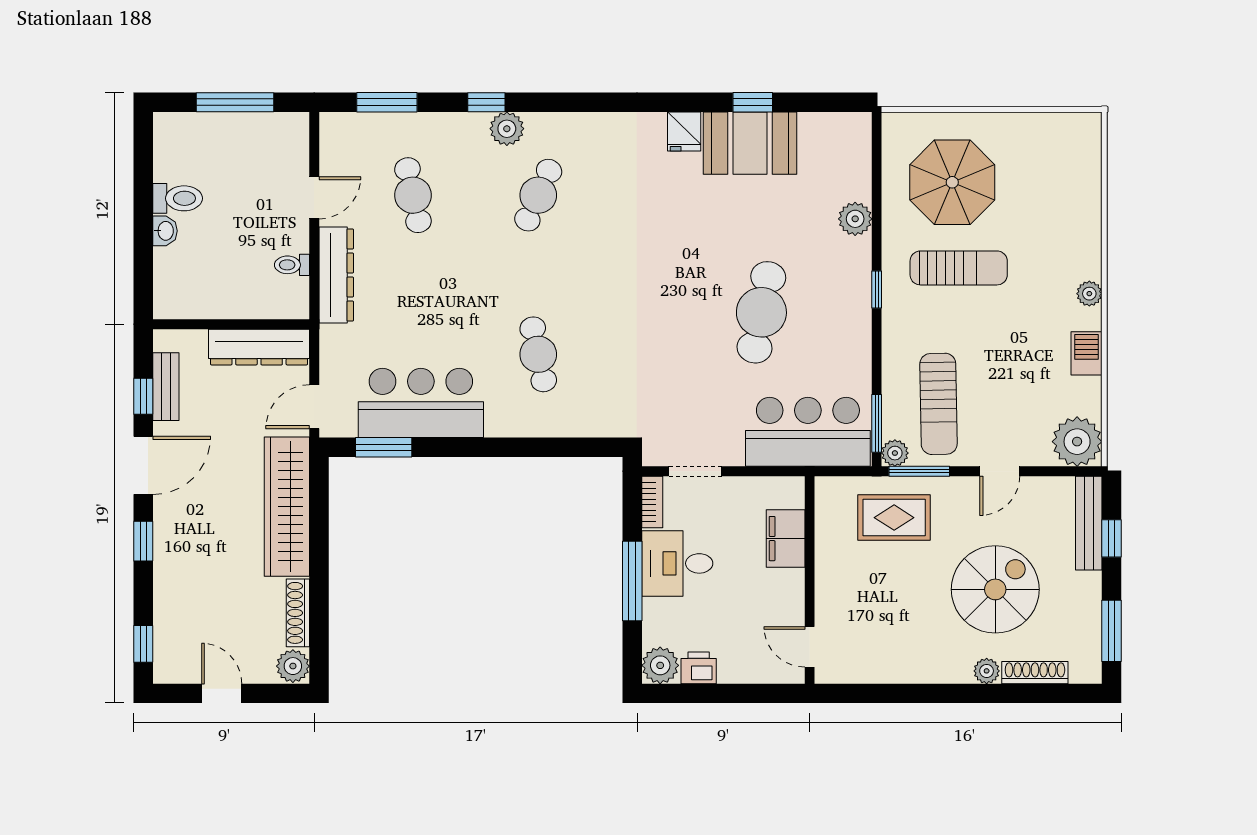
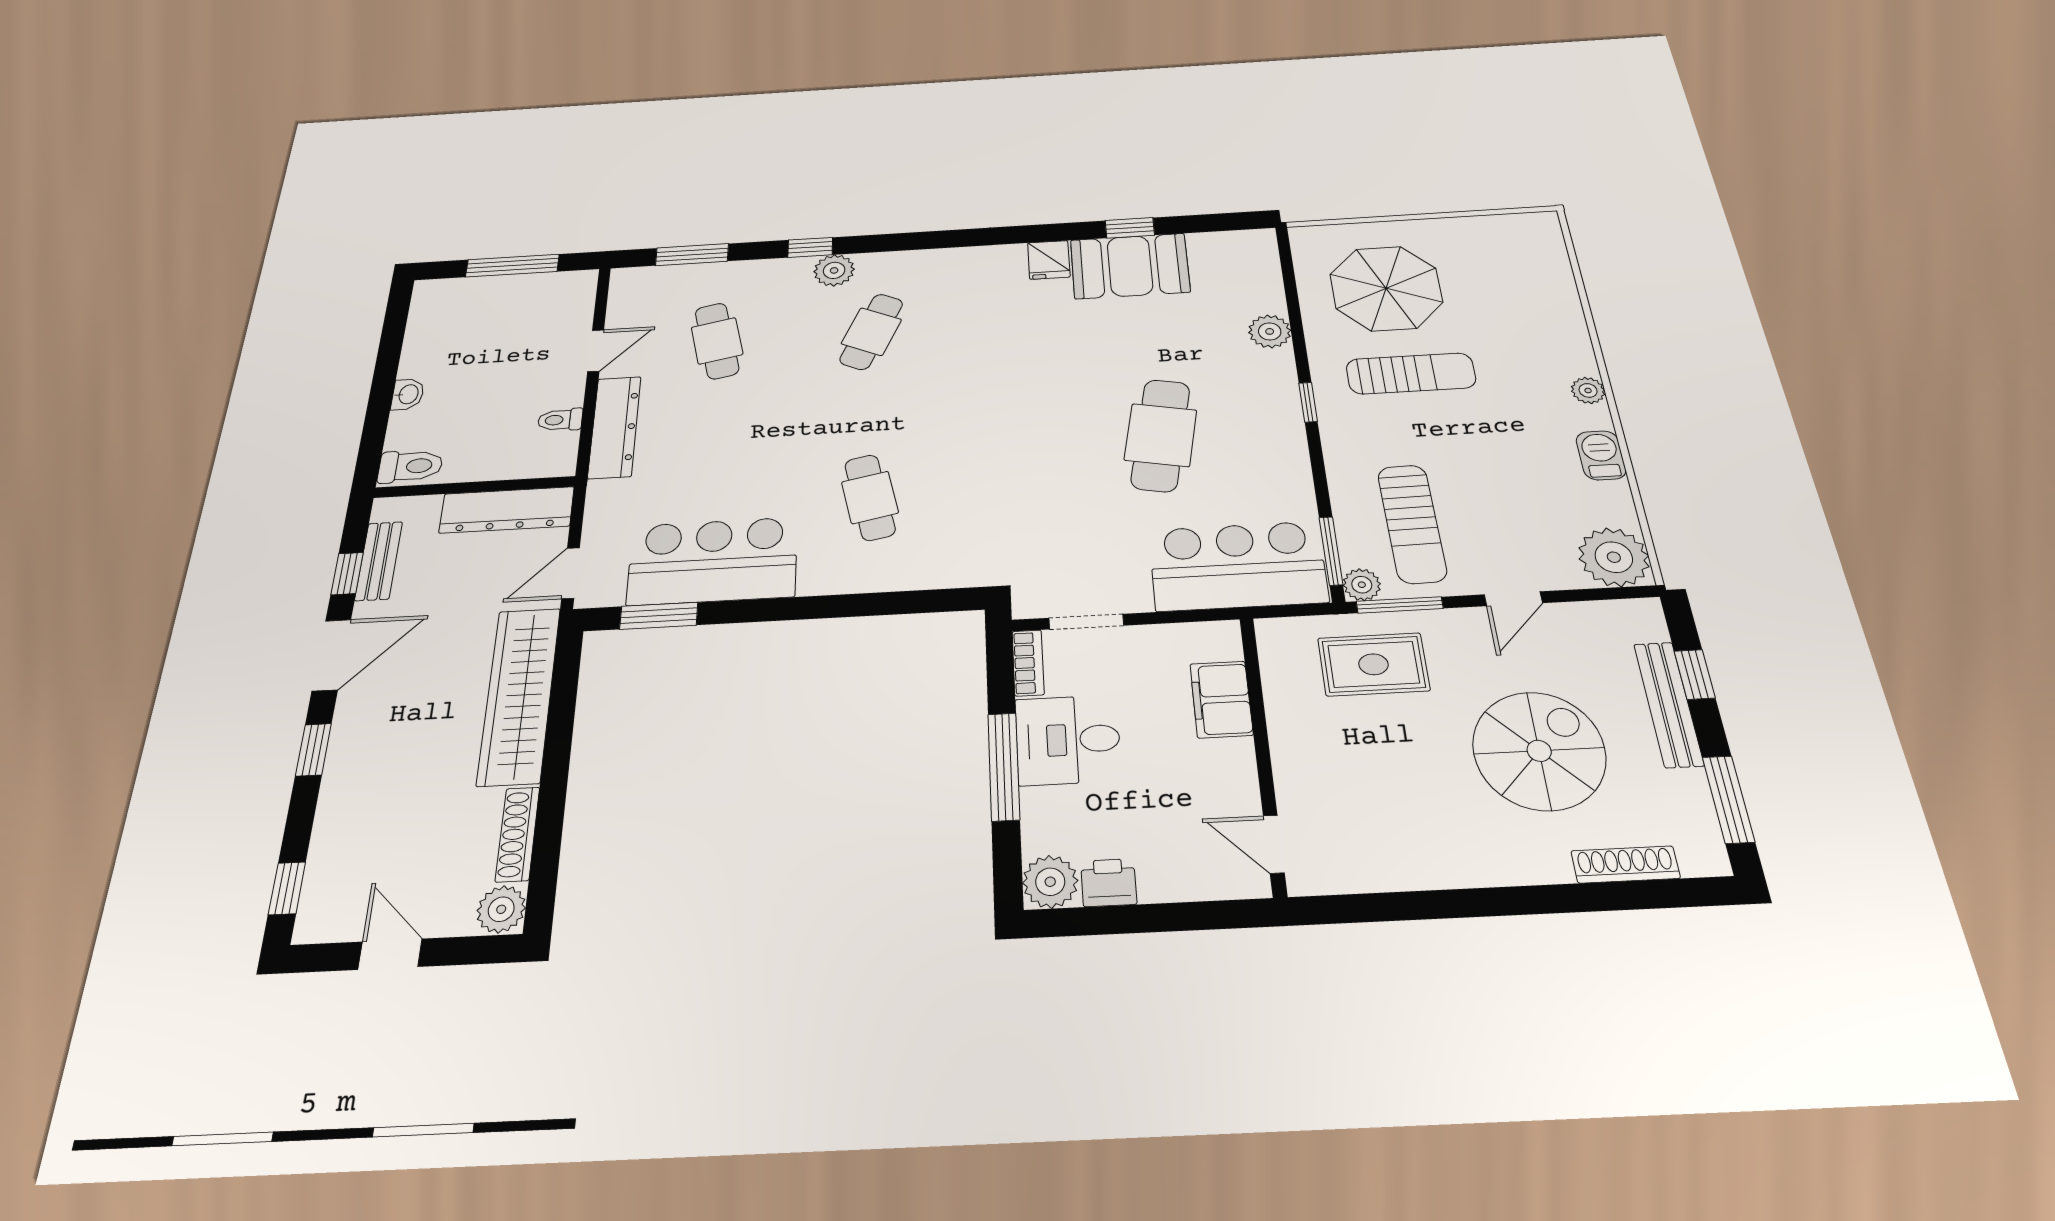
toilet: (178, 198) -> (410, 466), moved
bench: (1089, 523) -> (1669, 704), moved
plant: (987, 671) -> (1550, 866), removed

